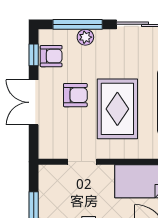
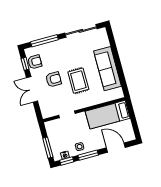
plant: (85, 37) -> (51, 47), removed
rug: (117, 109) -> (78, 81), width x0.73, depth x0.70

